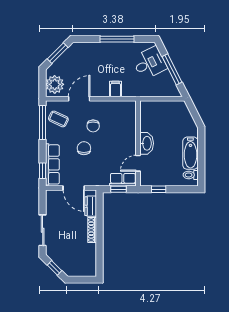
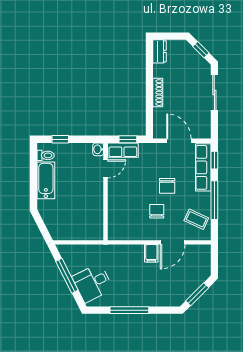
plant: (55, 84) -> (200, 259), removed
filing cabinet: (115, 89) -> (151, 253), moved
window: (43, 122) -> (214, 200), moved
washbasin: (147, 143) -> (98, 149), moved, width x0.52, depth x0.69
window: (159, 189) -> (60, 139), moved
dresser: (91, 206) -> (160, 51), moved

